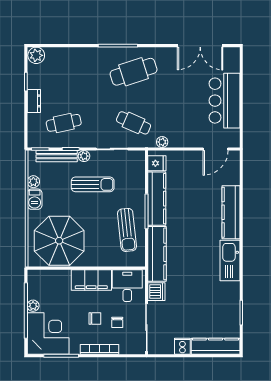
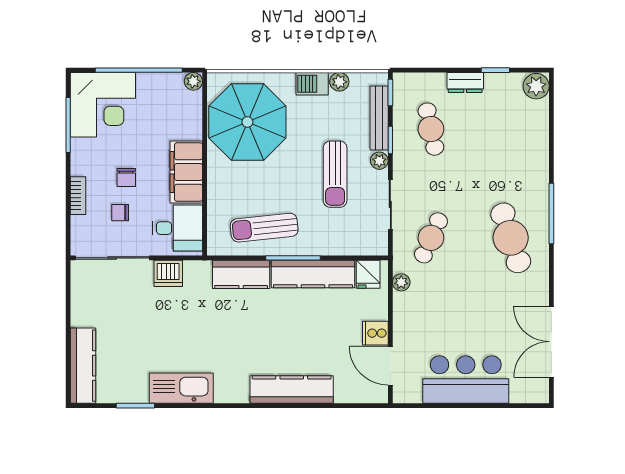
kitchen counter: (157, 254) -> (241, 274), width x0.67
kitchen sink: (230, 260) -> (181, 388), moved
plant: (33, 306) -> (193, 81), moved
cooker: (182, 346) -> (375, 333), moved, turned 180
bookcase: (100, 349) -> (78, 196), width x0.64

